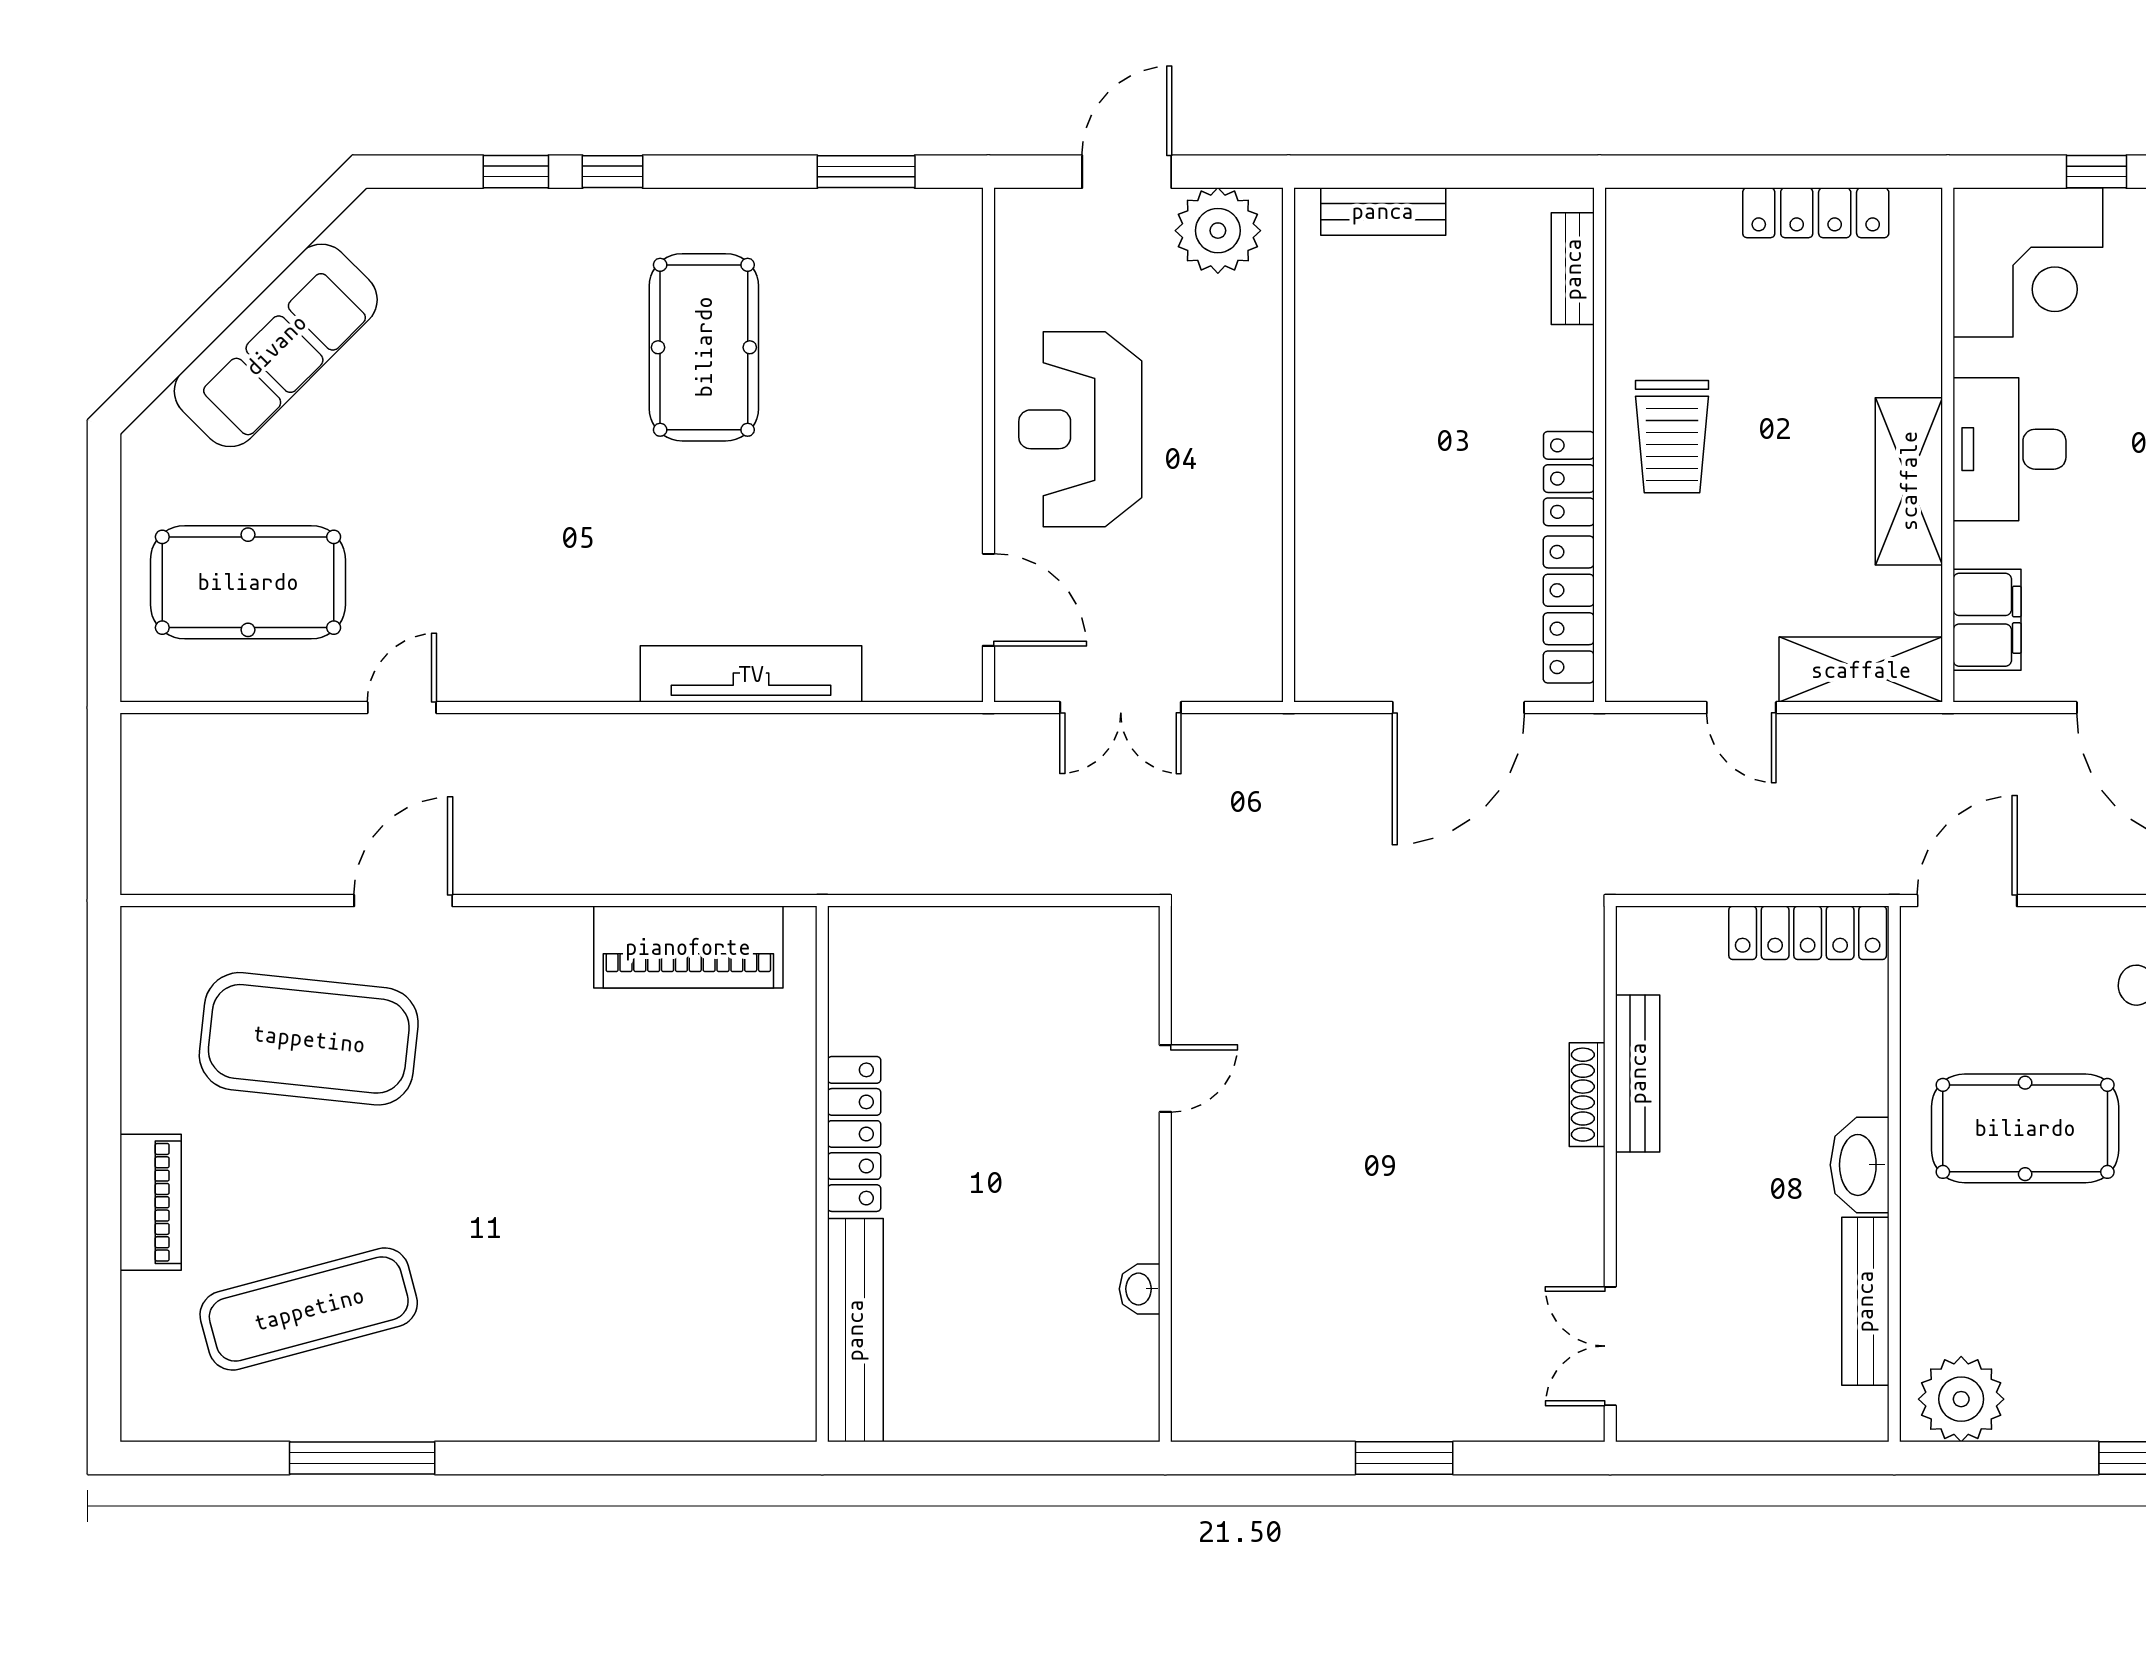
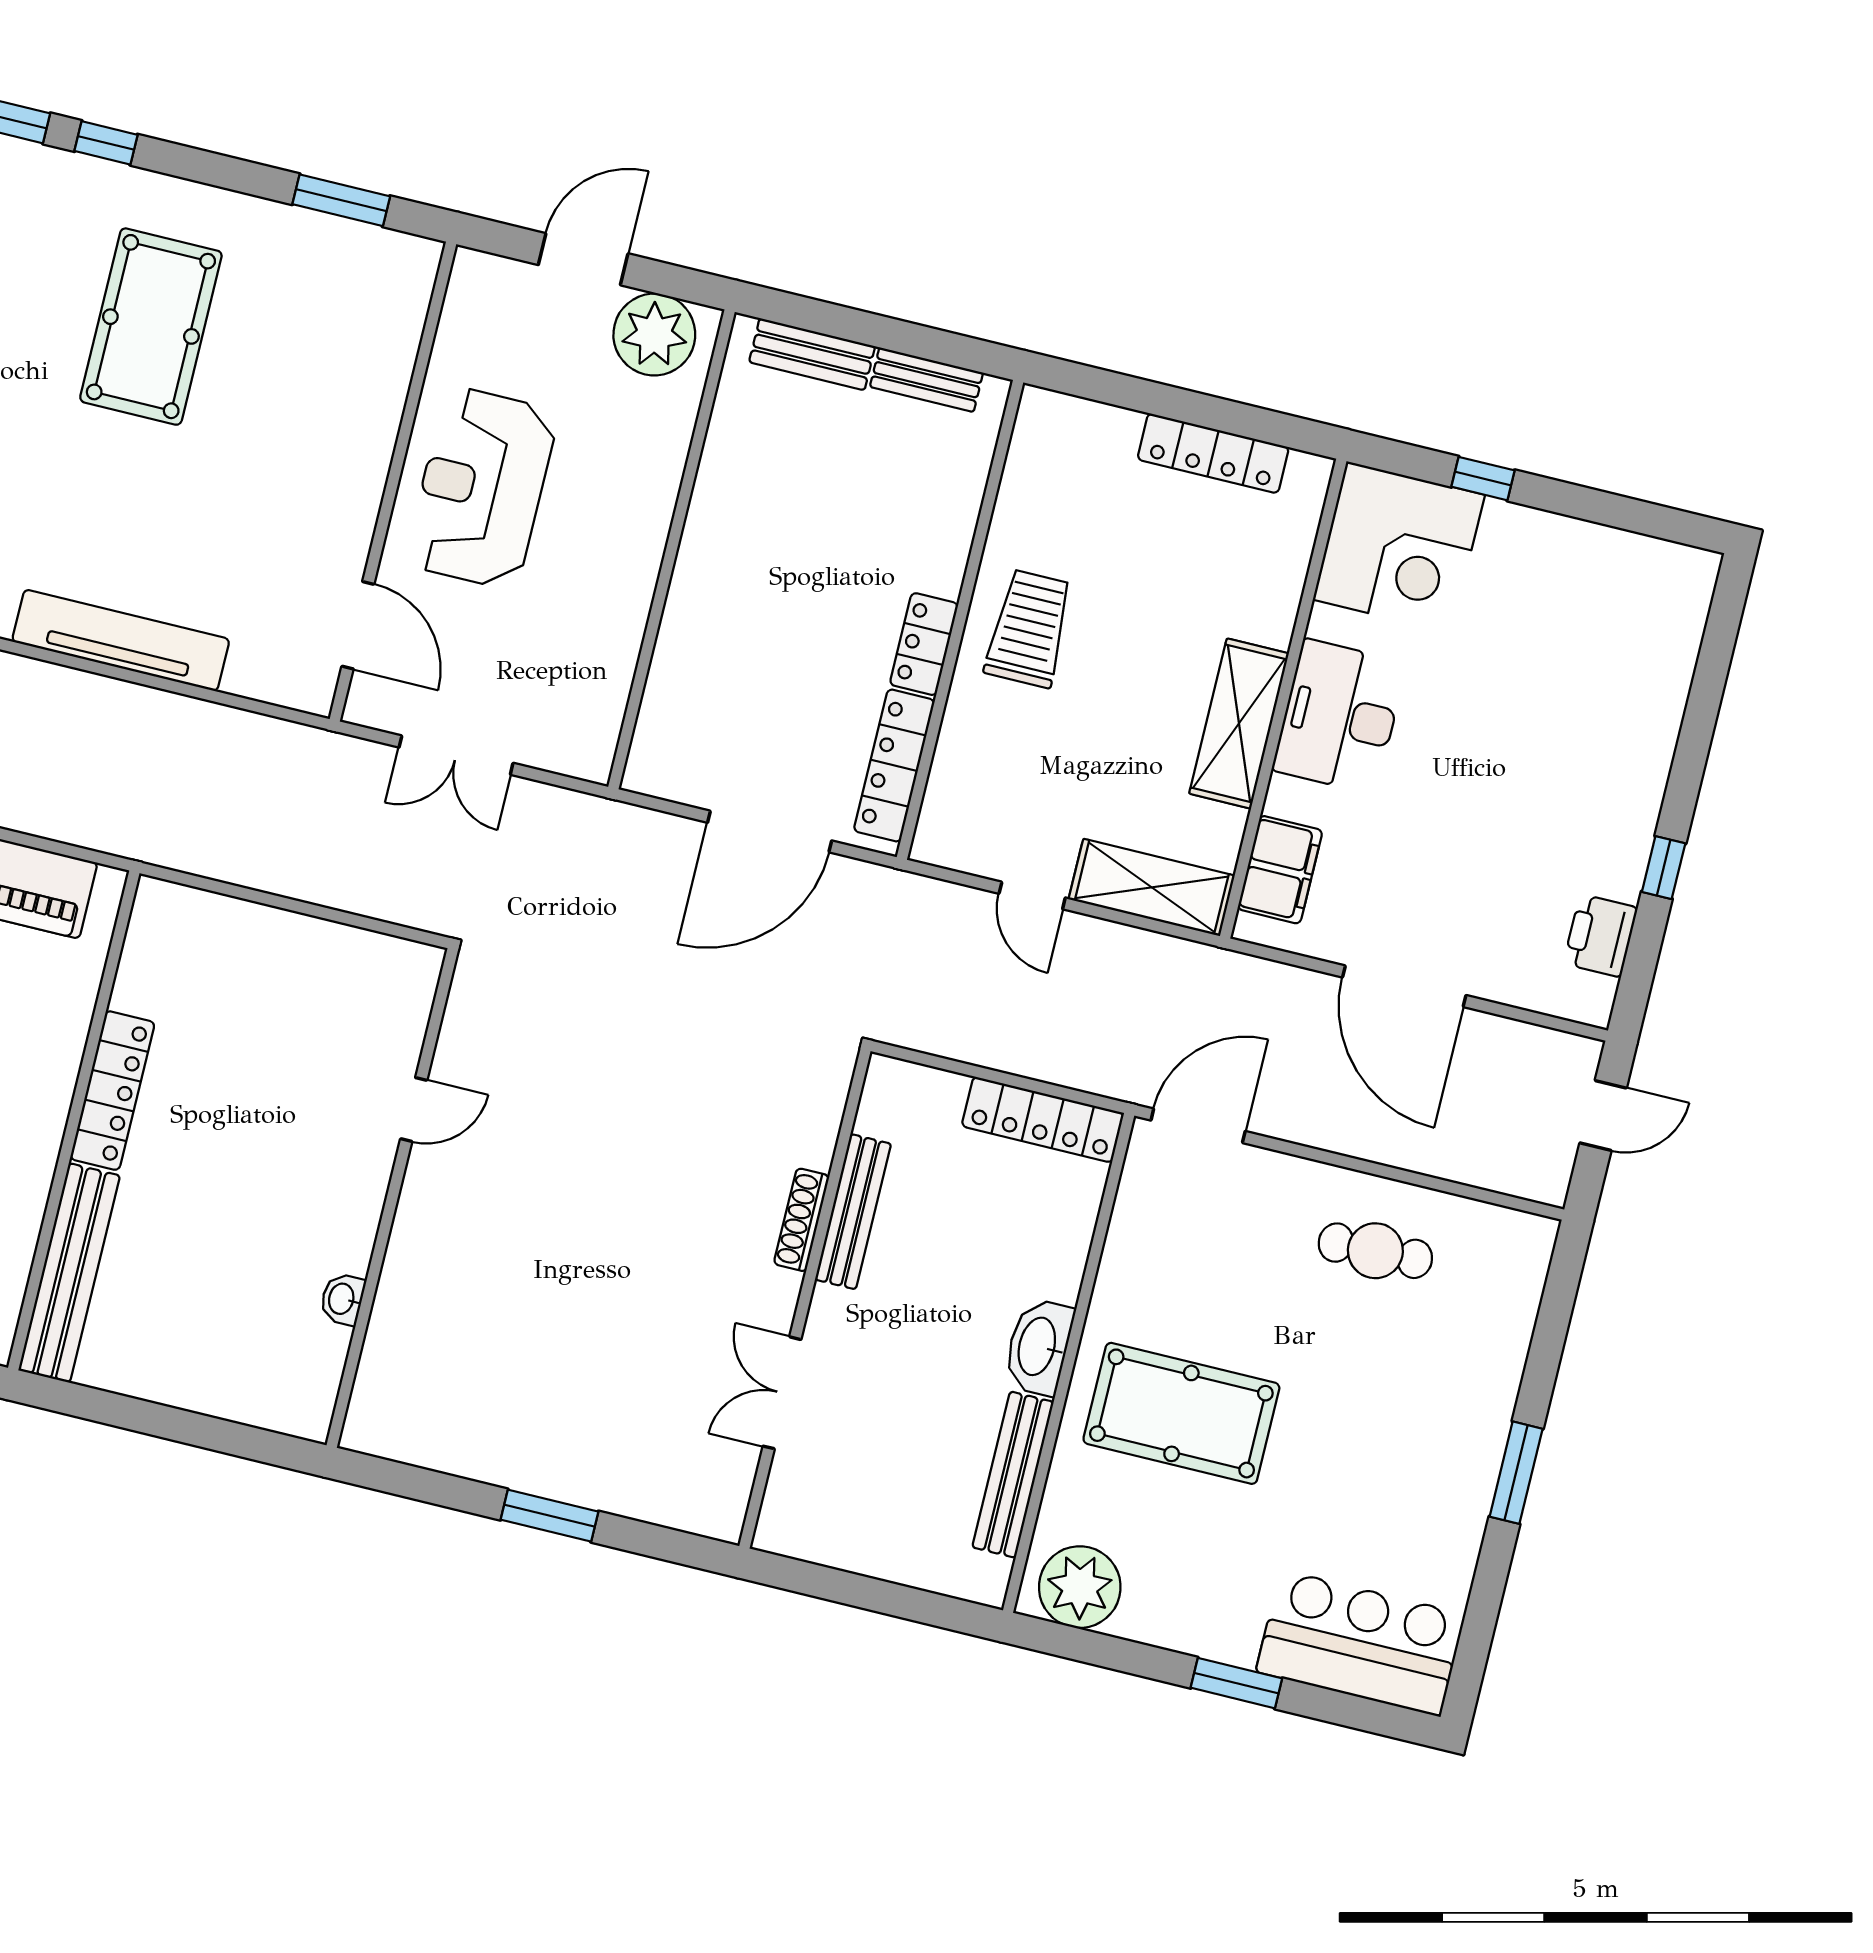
bench: (1573, 269) -> (926, 380), moved, turned 90
trolley: (1672, 437) -> (1029, 628), turned 180
pool table: (2025, 1128) -> (1181, 1413), moved
double door: (1610, 1346) -> (782, 1393), moved

